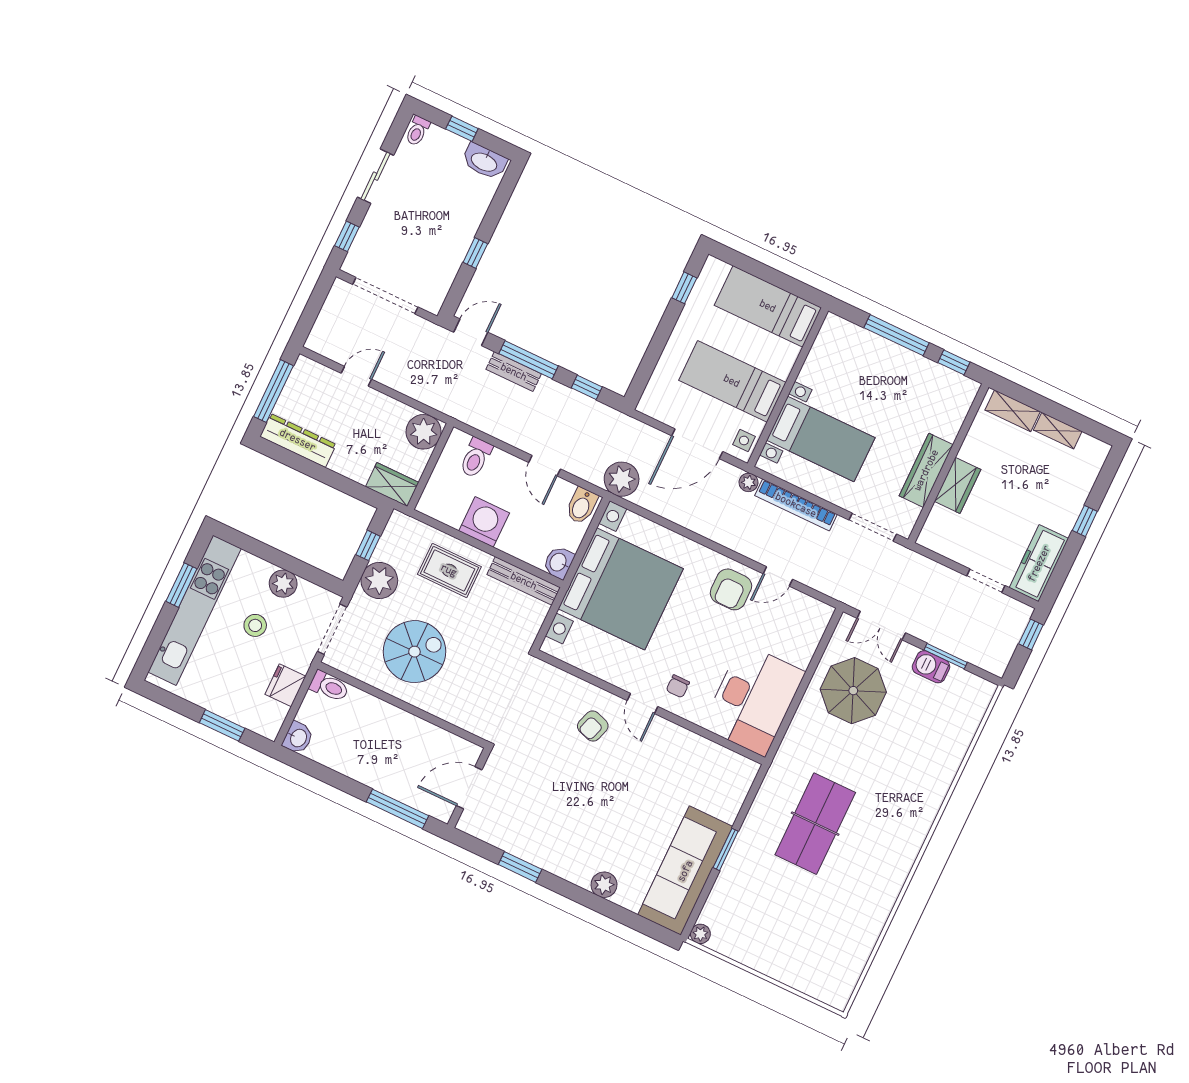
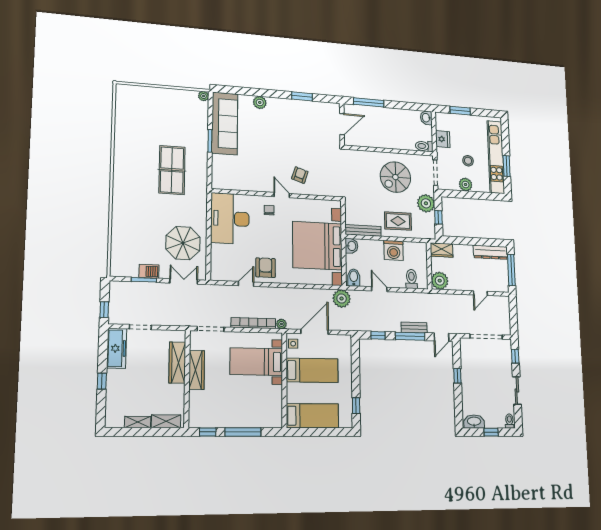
wardrobe: (958, 485) -> (177, 363), width x1.50

